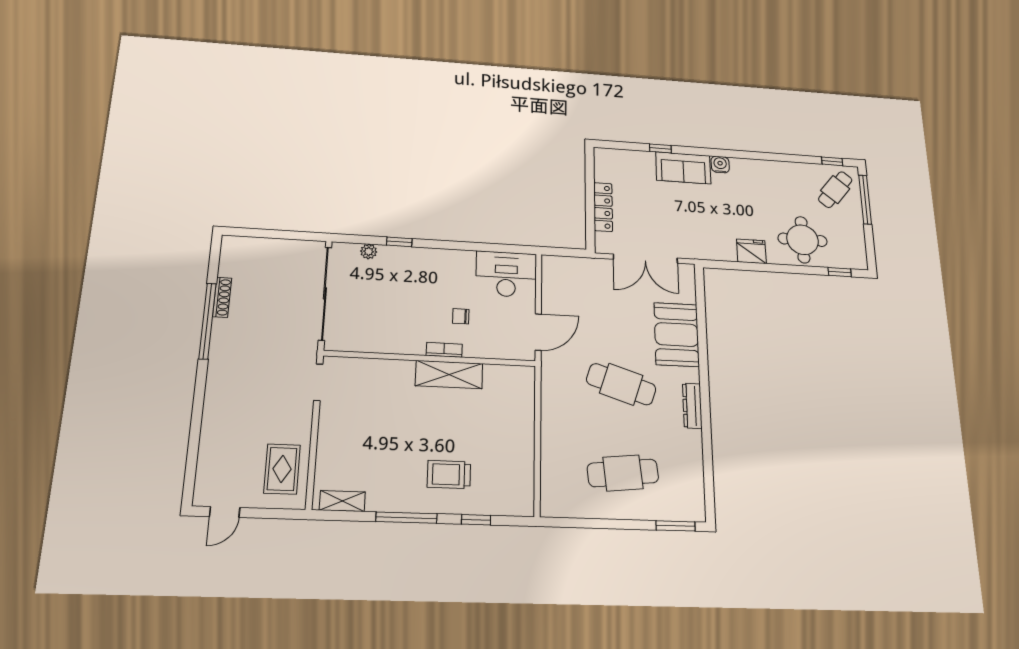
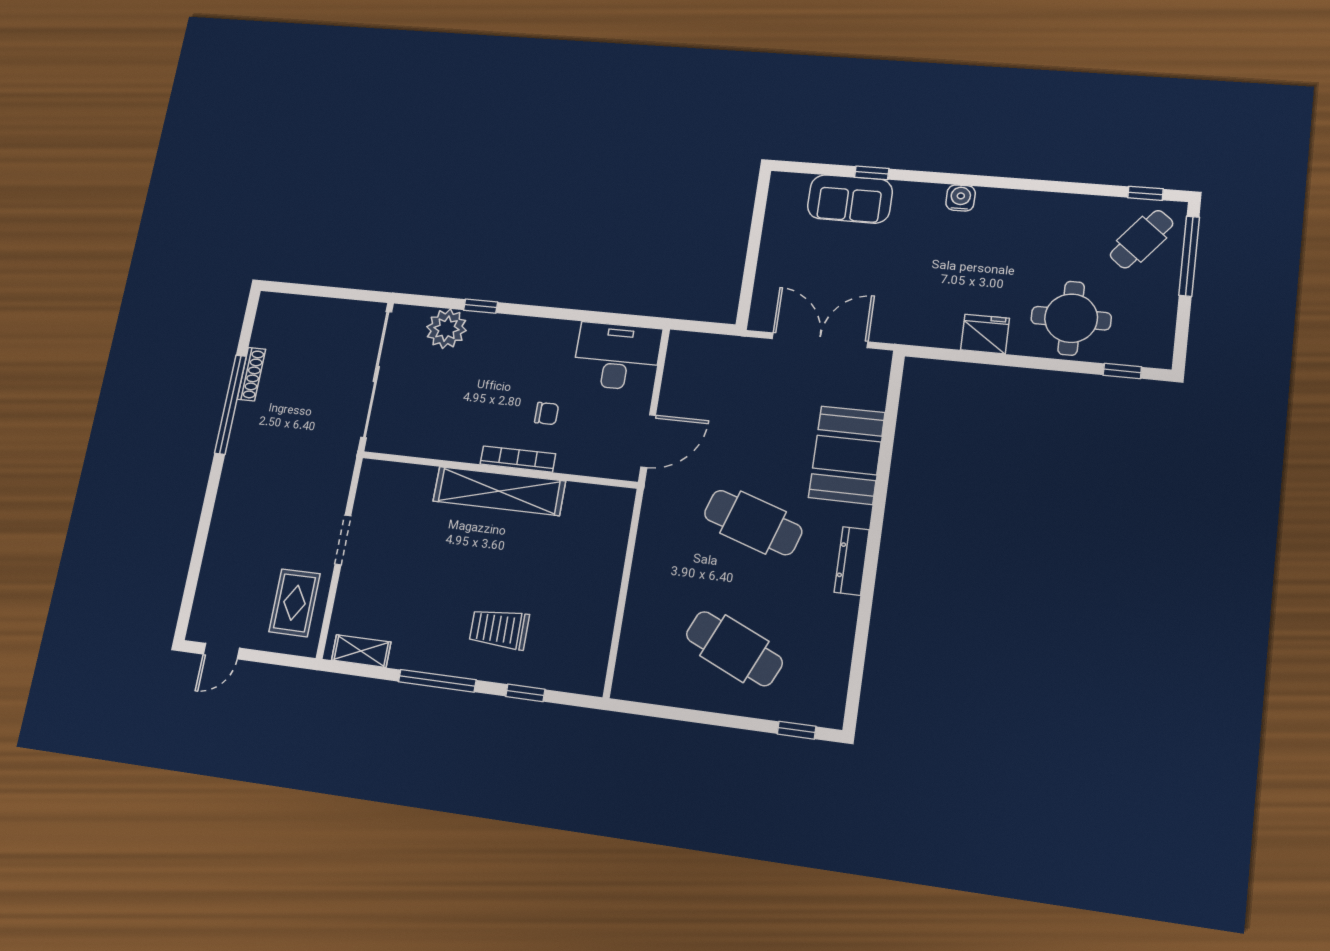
sofa: (683, 168) -> (850, 199), moved
locker: (603, 207) -> (770, 261), removed
plant: (369, 251) -> (447, 329), width x1.88, depth x1.88
double door: (645, 259) -> (820, 340), swing flipped
chair: (461, 316) -> (547, 413), turned 180
bookcase: (444, 350) -> (518, 459), width x1.56
shelving: (449, 375) -> (499, 491), width x1.47
doorway: (318, 382) -> (343, 540), moved
cafe table: (623, 473) -> (734, 649), turned 30
window: (676, 526) -> (797, 730), width x0.67

